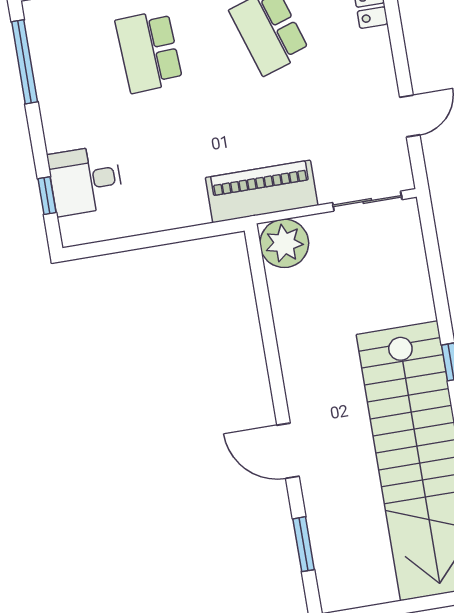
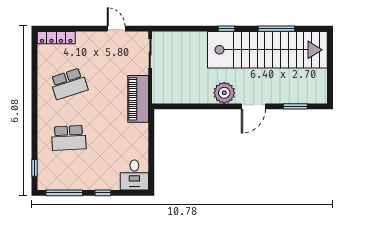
desk: (86, 180) -> (134, 175), moved
window: (47, 196) -> (103, 193), moved
plant: (284, 243) -> (224, 93), moved

